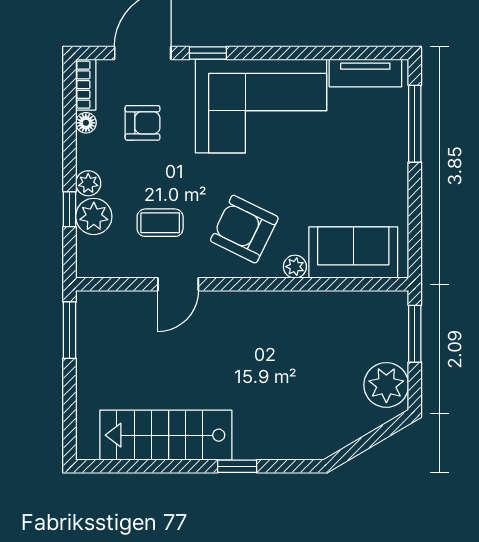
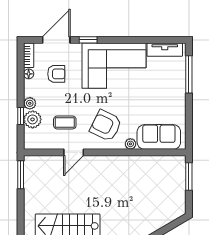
plant: (386, 385) -> (175, 201), removed

